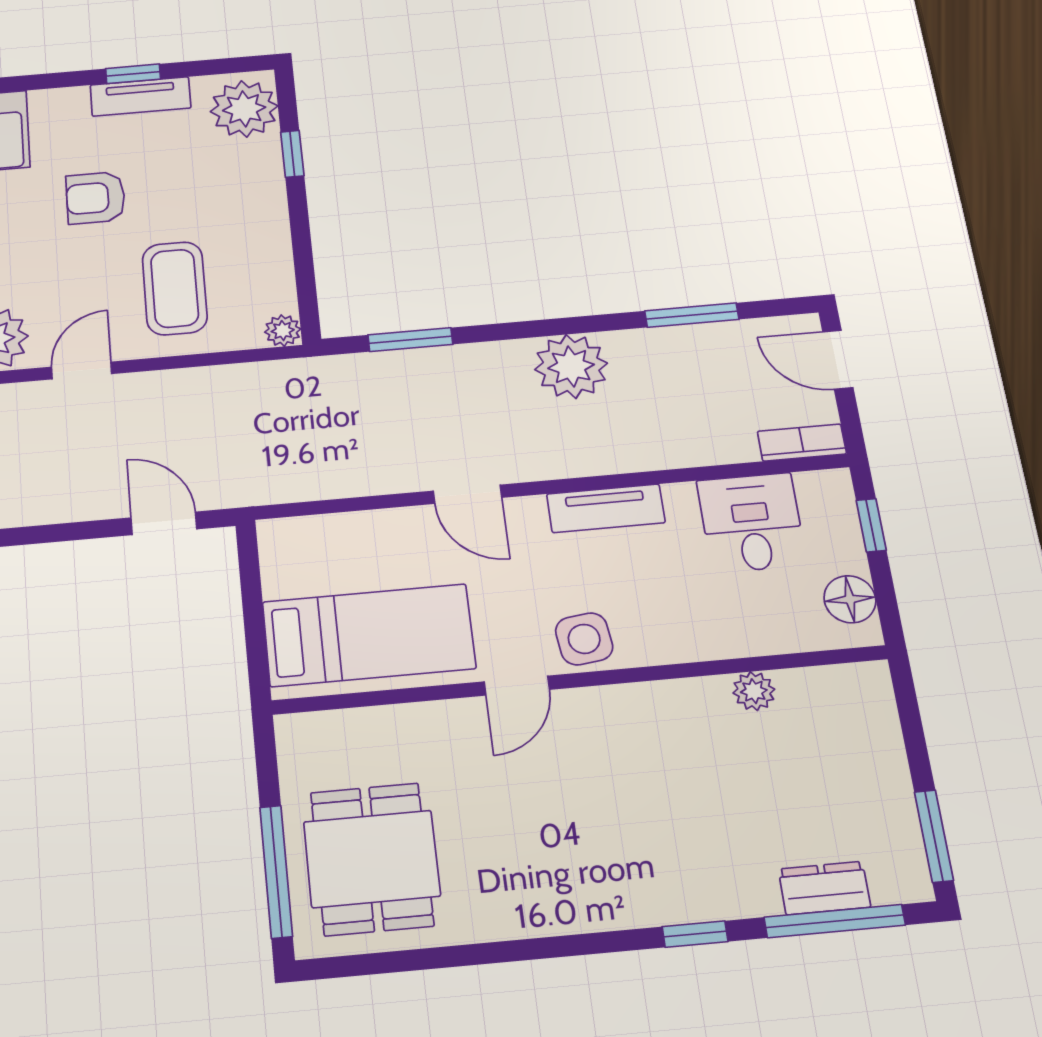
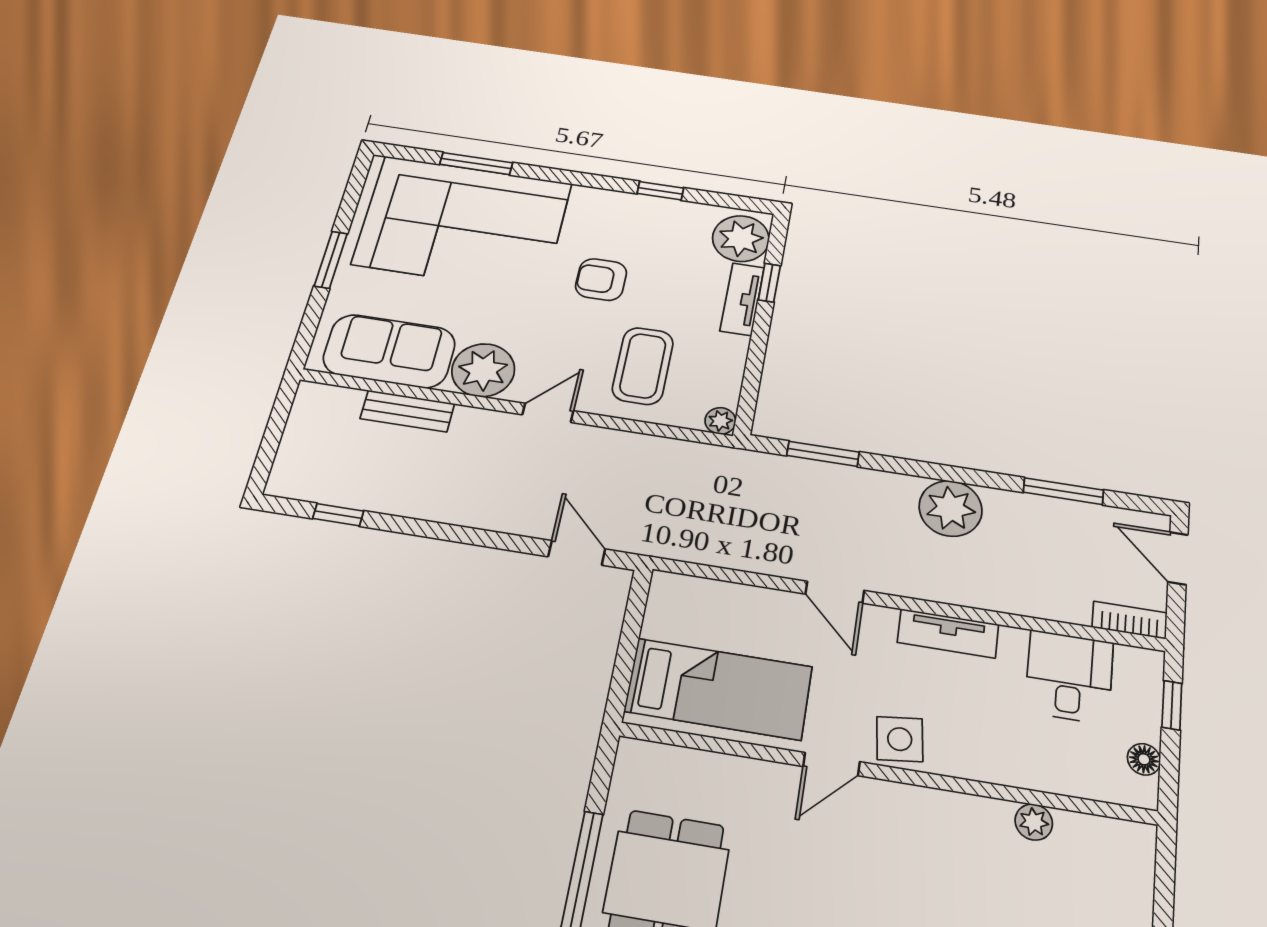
tv unit: (141, 97) -> (742, 299), moved, turned 90
floor lamp: (850, 599) -> (1144, 759), width x0.73, depth x0.73

